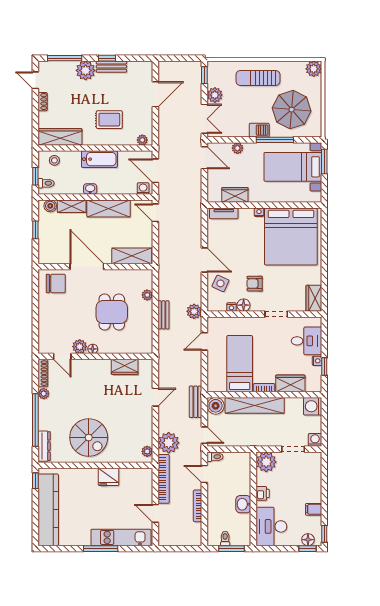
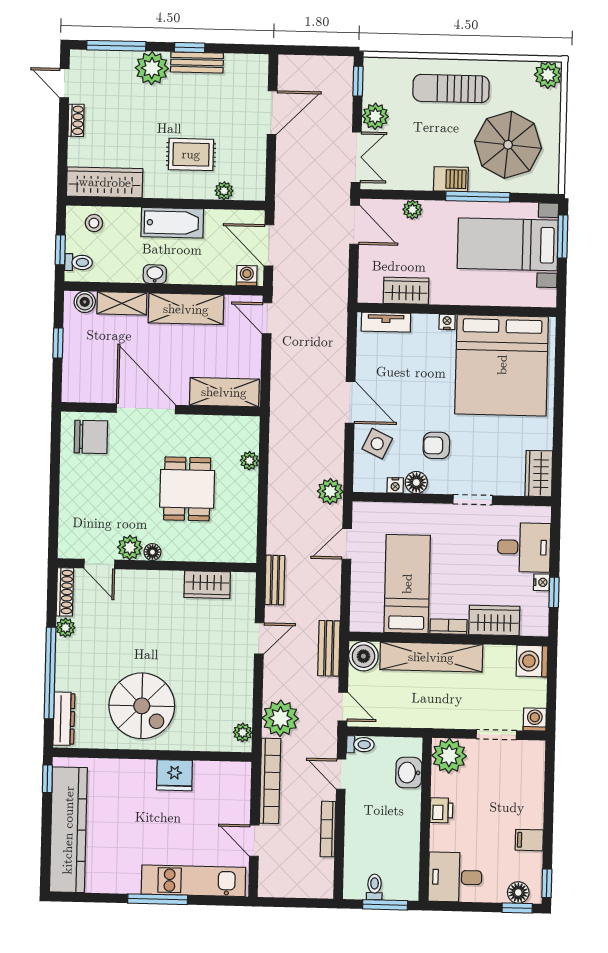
plant: (142, 140) -> (224, 191), moved
bench: (163, 315) -> (275, 580), moved
washbasin: (243, 504) -> (409, 773), moved
desk: (271, 526) -> (455, 877), width x0.73

